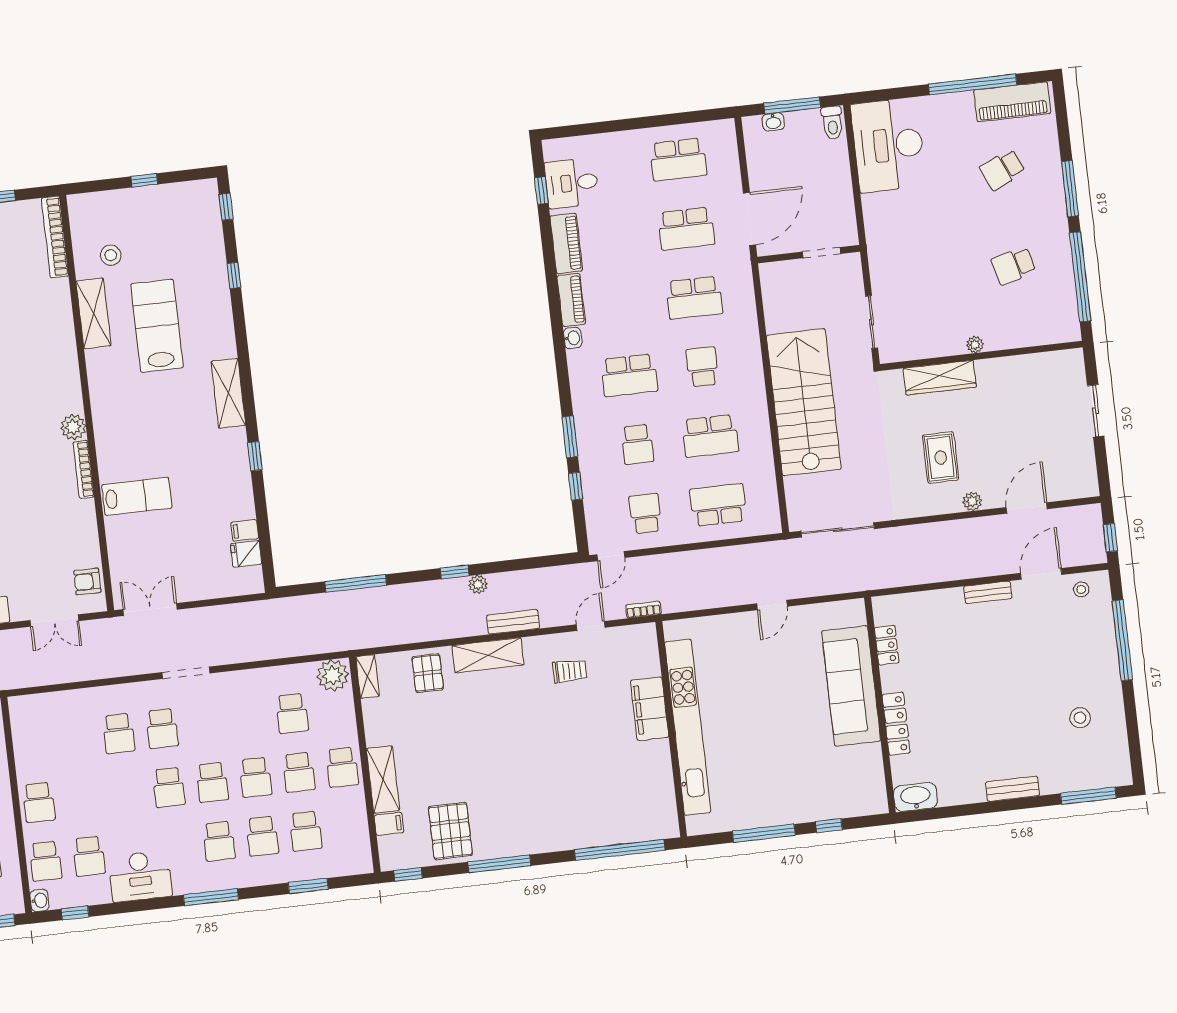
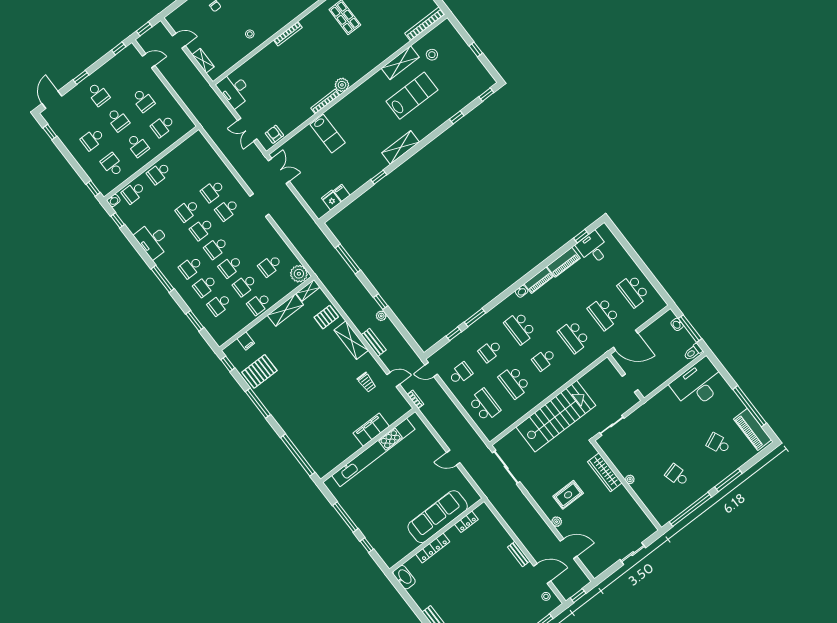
school desk: (702, 367) -> (544, 359), turned 180
shelving: (383, 779) -> (285, 310), moved
school desk: (89, 856) -> (187, 210), moved

